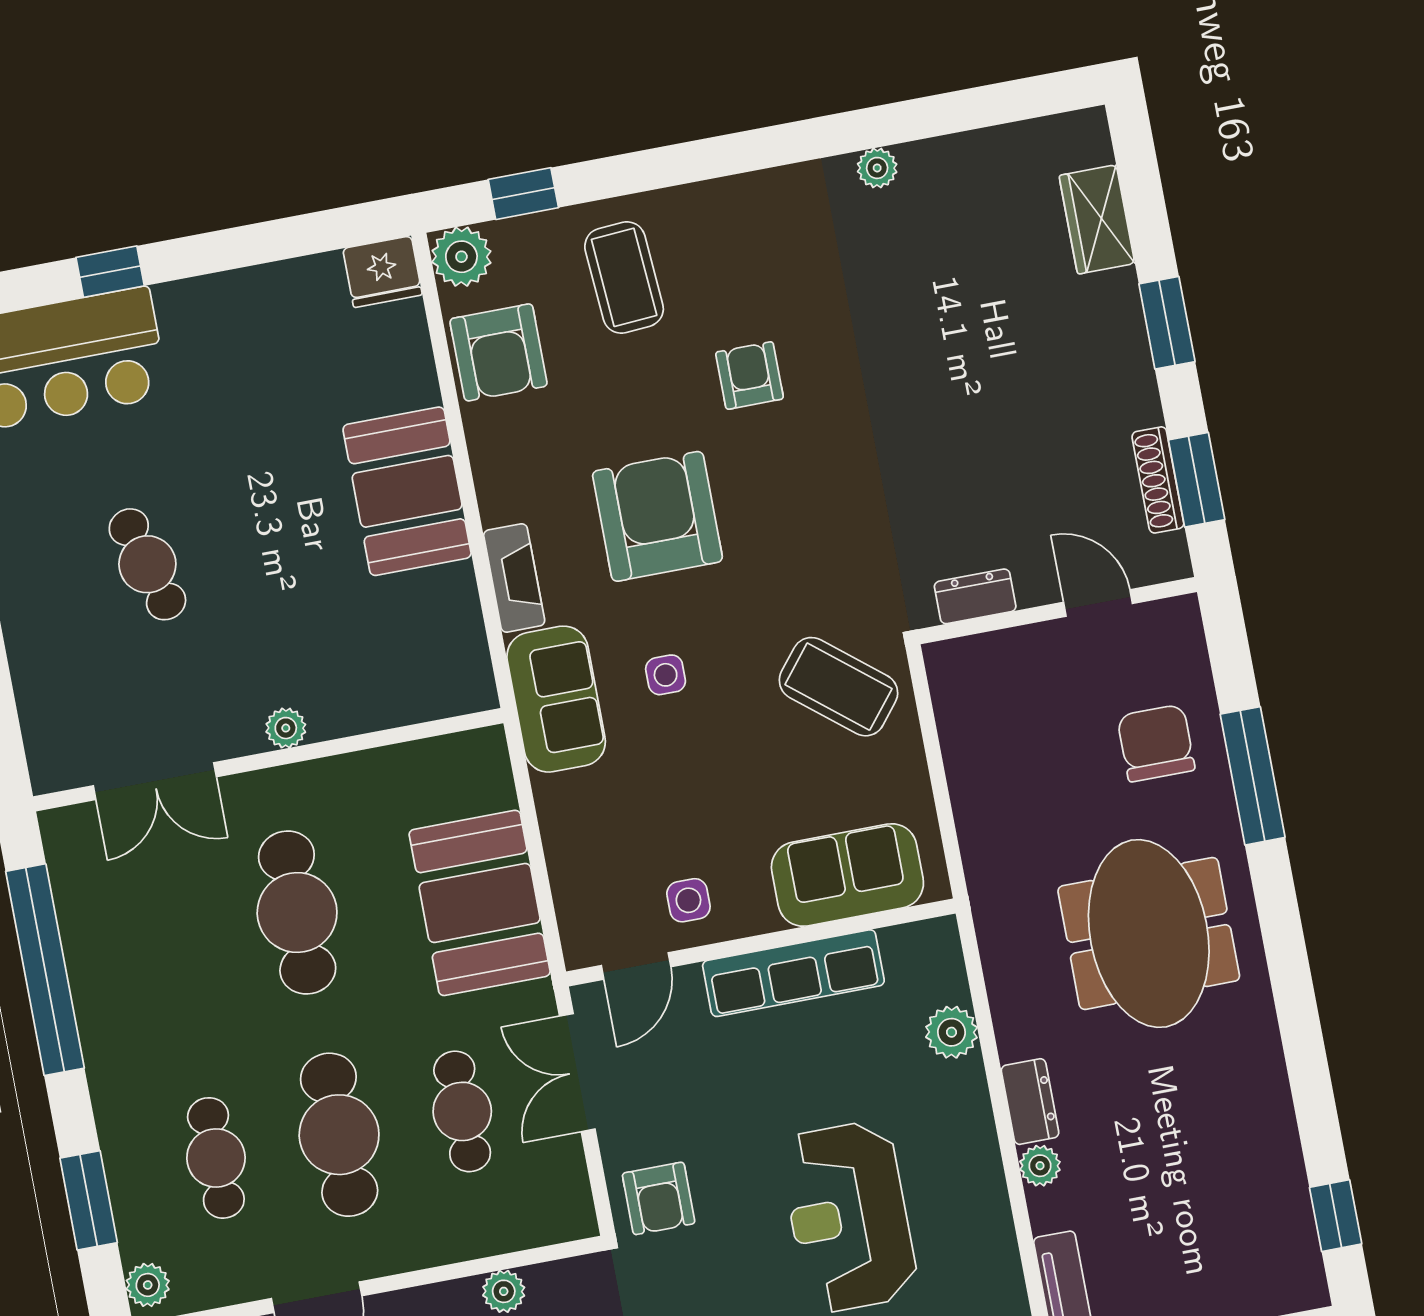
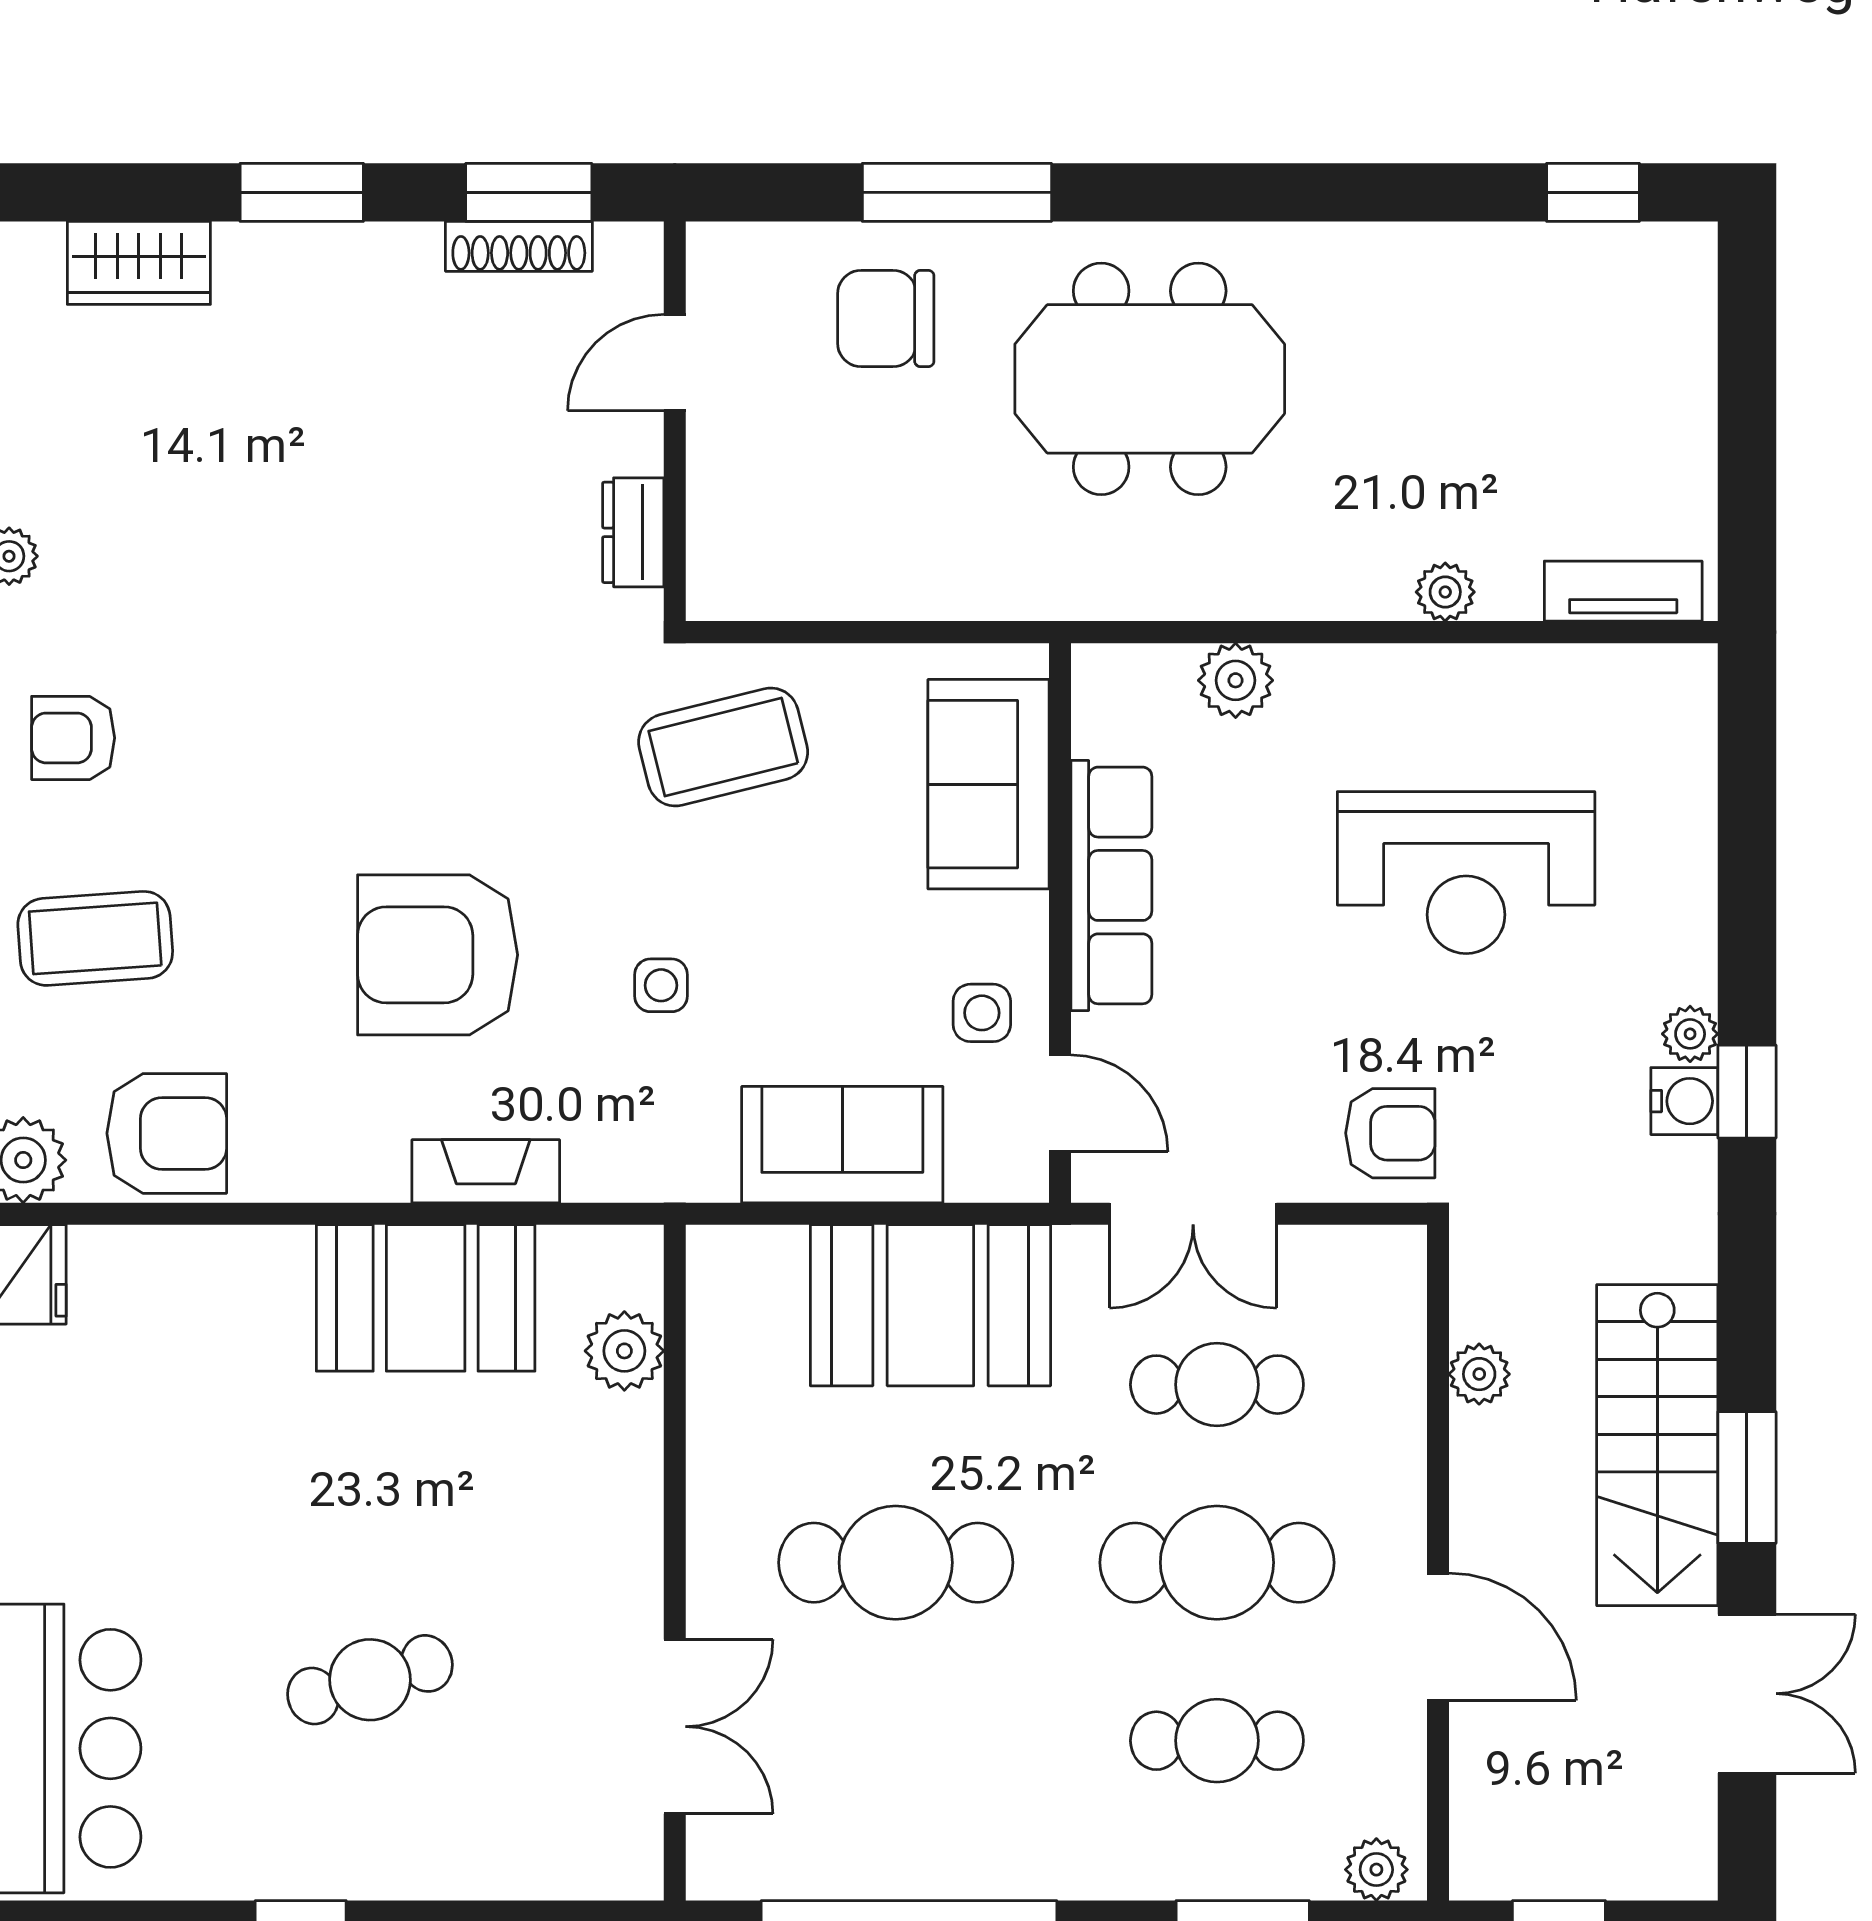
armchair: (750, 375) -> (73, 738), moved
booth: (407, 491) -> (426, 1298), moved
coffee table: (838, 687) -> (723, 747), turned 37
sofa: (556, 699) -> (842, 1145), moved
plant: (286, 728) -> (624, 1351), moved, width x1.38, depth x1.38
dresser: (1030, 1102) -> (1353, 589), removed

